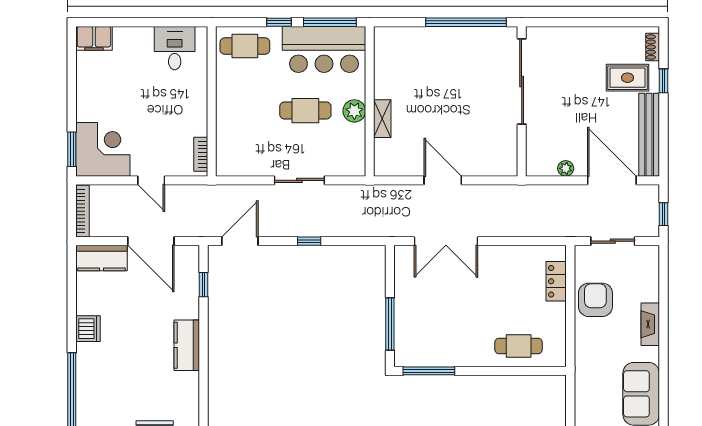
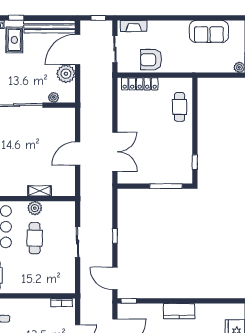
plant: (534, 141) -> (53, 97), added
plant: (566, 168) -> (66, 74), width x1.88, depth x1.88
locker: (556, 281) -> (140, 84), width x1.53
window: (203, 285) -> (129, 301), moved
fireplace: (650, 324) -> (134, 26), moved
window: (429, 371) -> (195, 162), width x0.46

